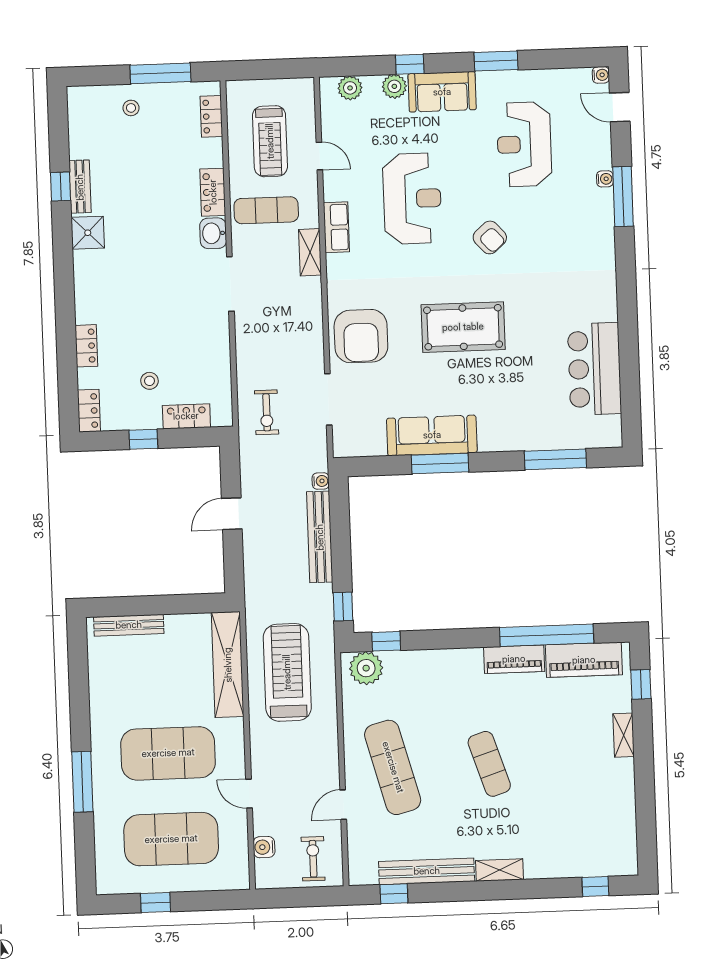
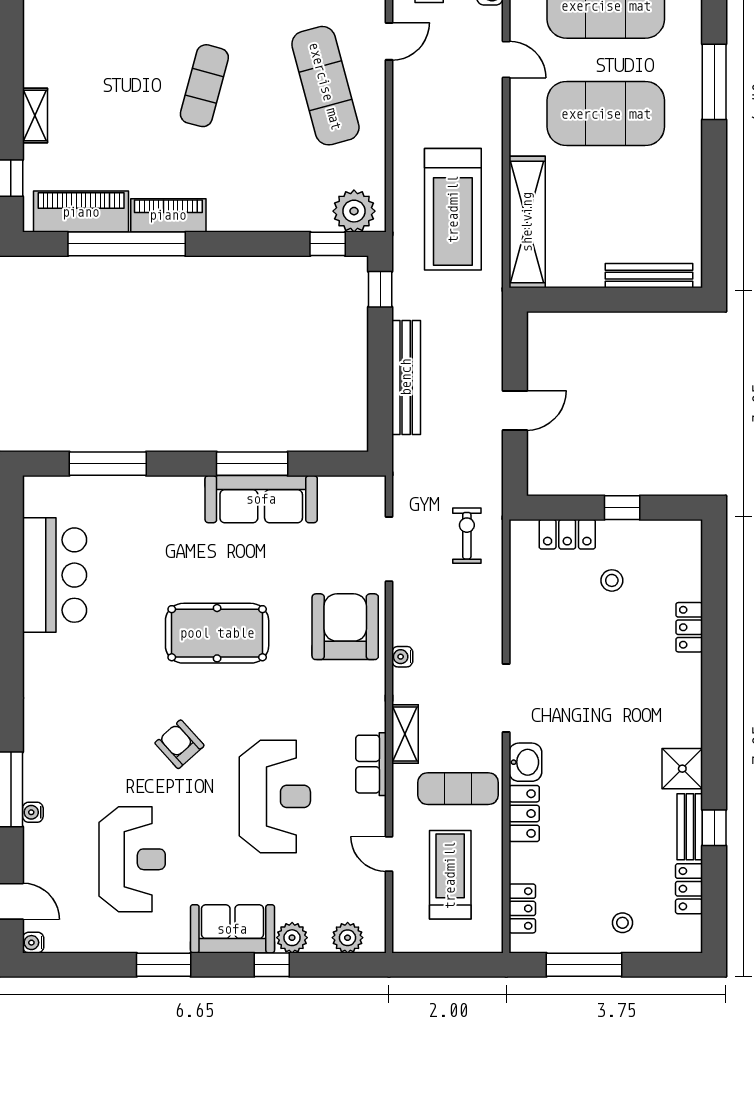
reception desk: (412, 199) -> (275, 796), turned 180
locker: (89, 411) -> (689, 889), moved
water cooler: (321, 481) -> (402, 657), moved
exercise mat: (489, 764) -> (204, 86), turned 33

